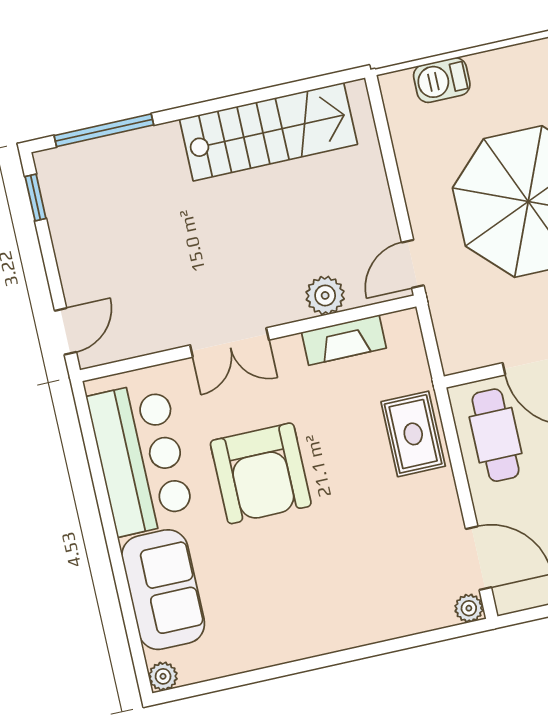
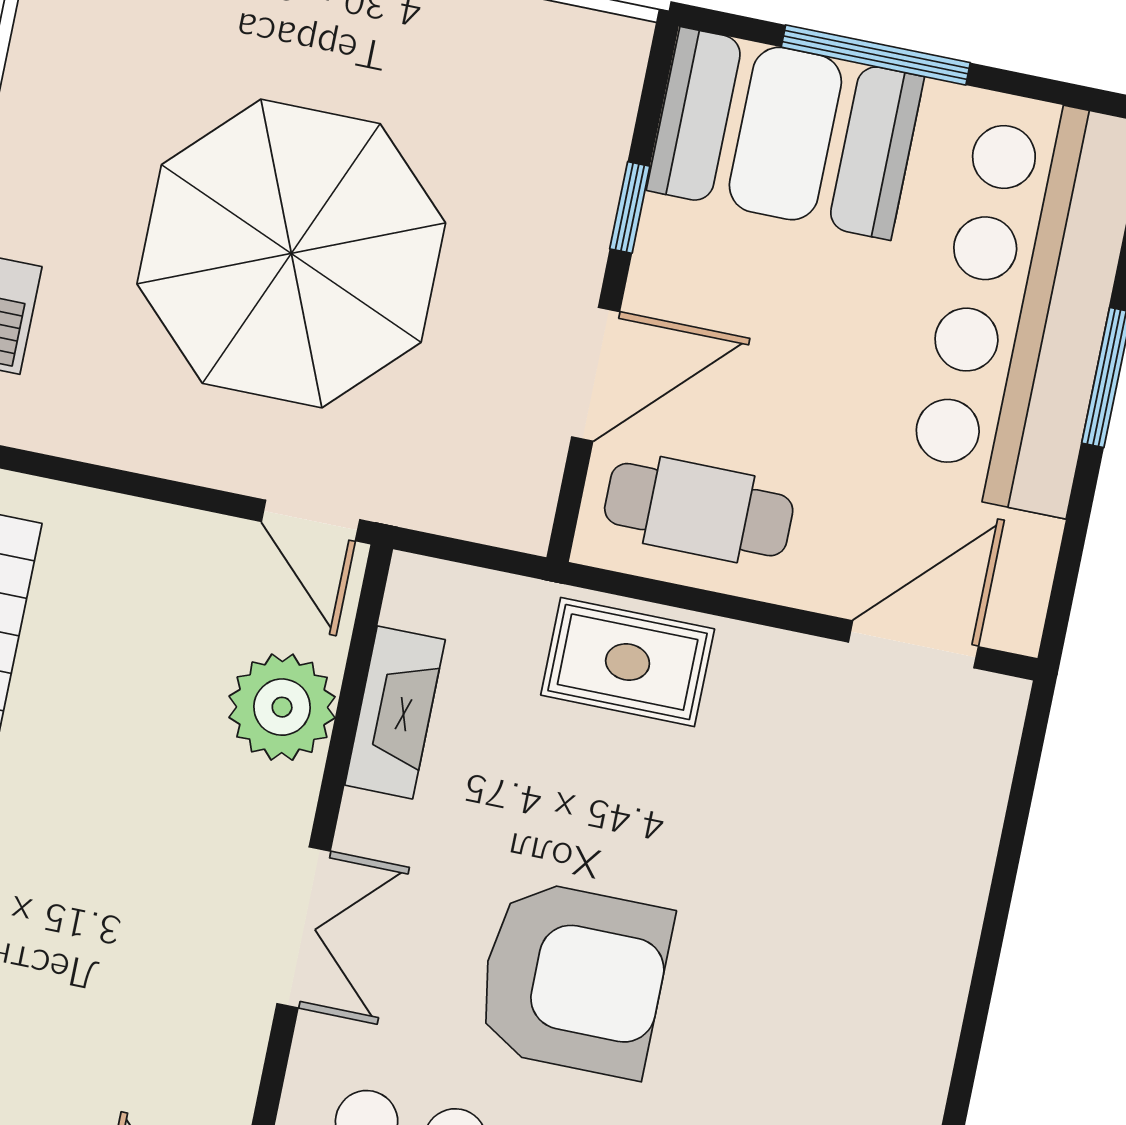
plant: (325, 295) -> (282, 707), width x1.36, depth x1.36
plant: (469, 608) -> (999, 704), removed

